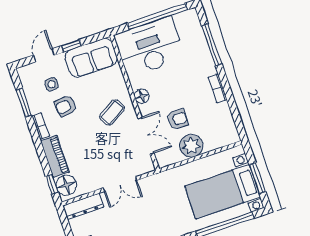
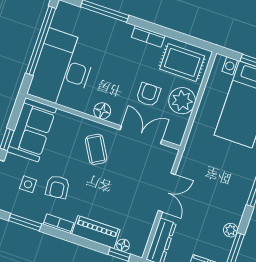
rug: (218, 126) -> (182, 62), added
floor lamp: (66, 185) -> (123, 245), width x0.53, depth x0.53

